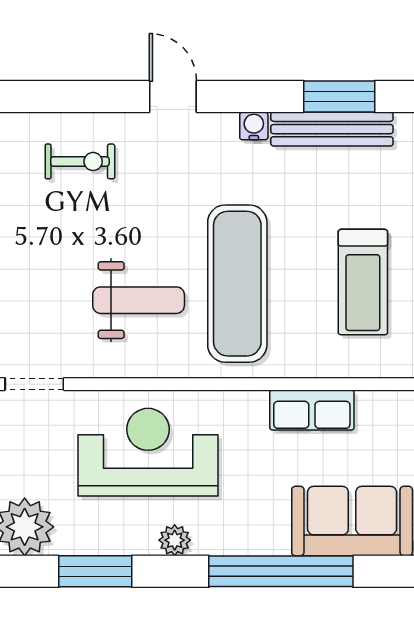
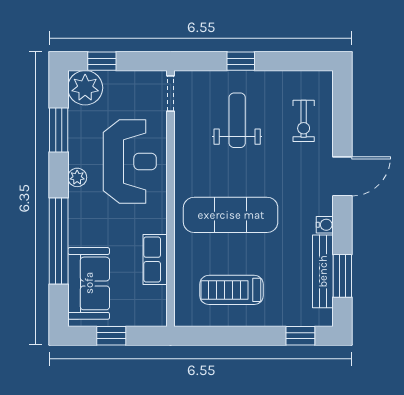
door: (173, 97) -> (342, 176), width x1.38
weight bench: (139, 300) -> (237, 120), moved, turned 180

